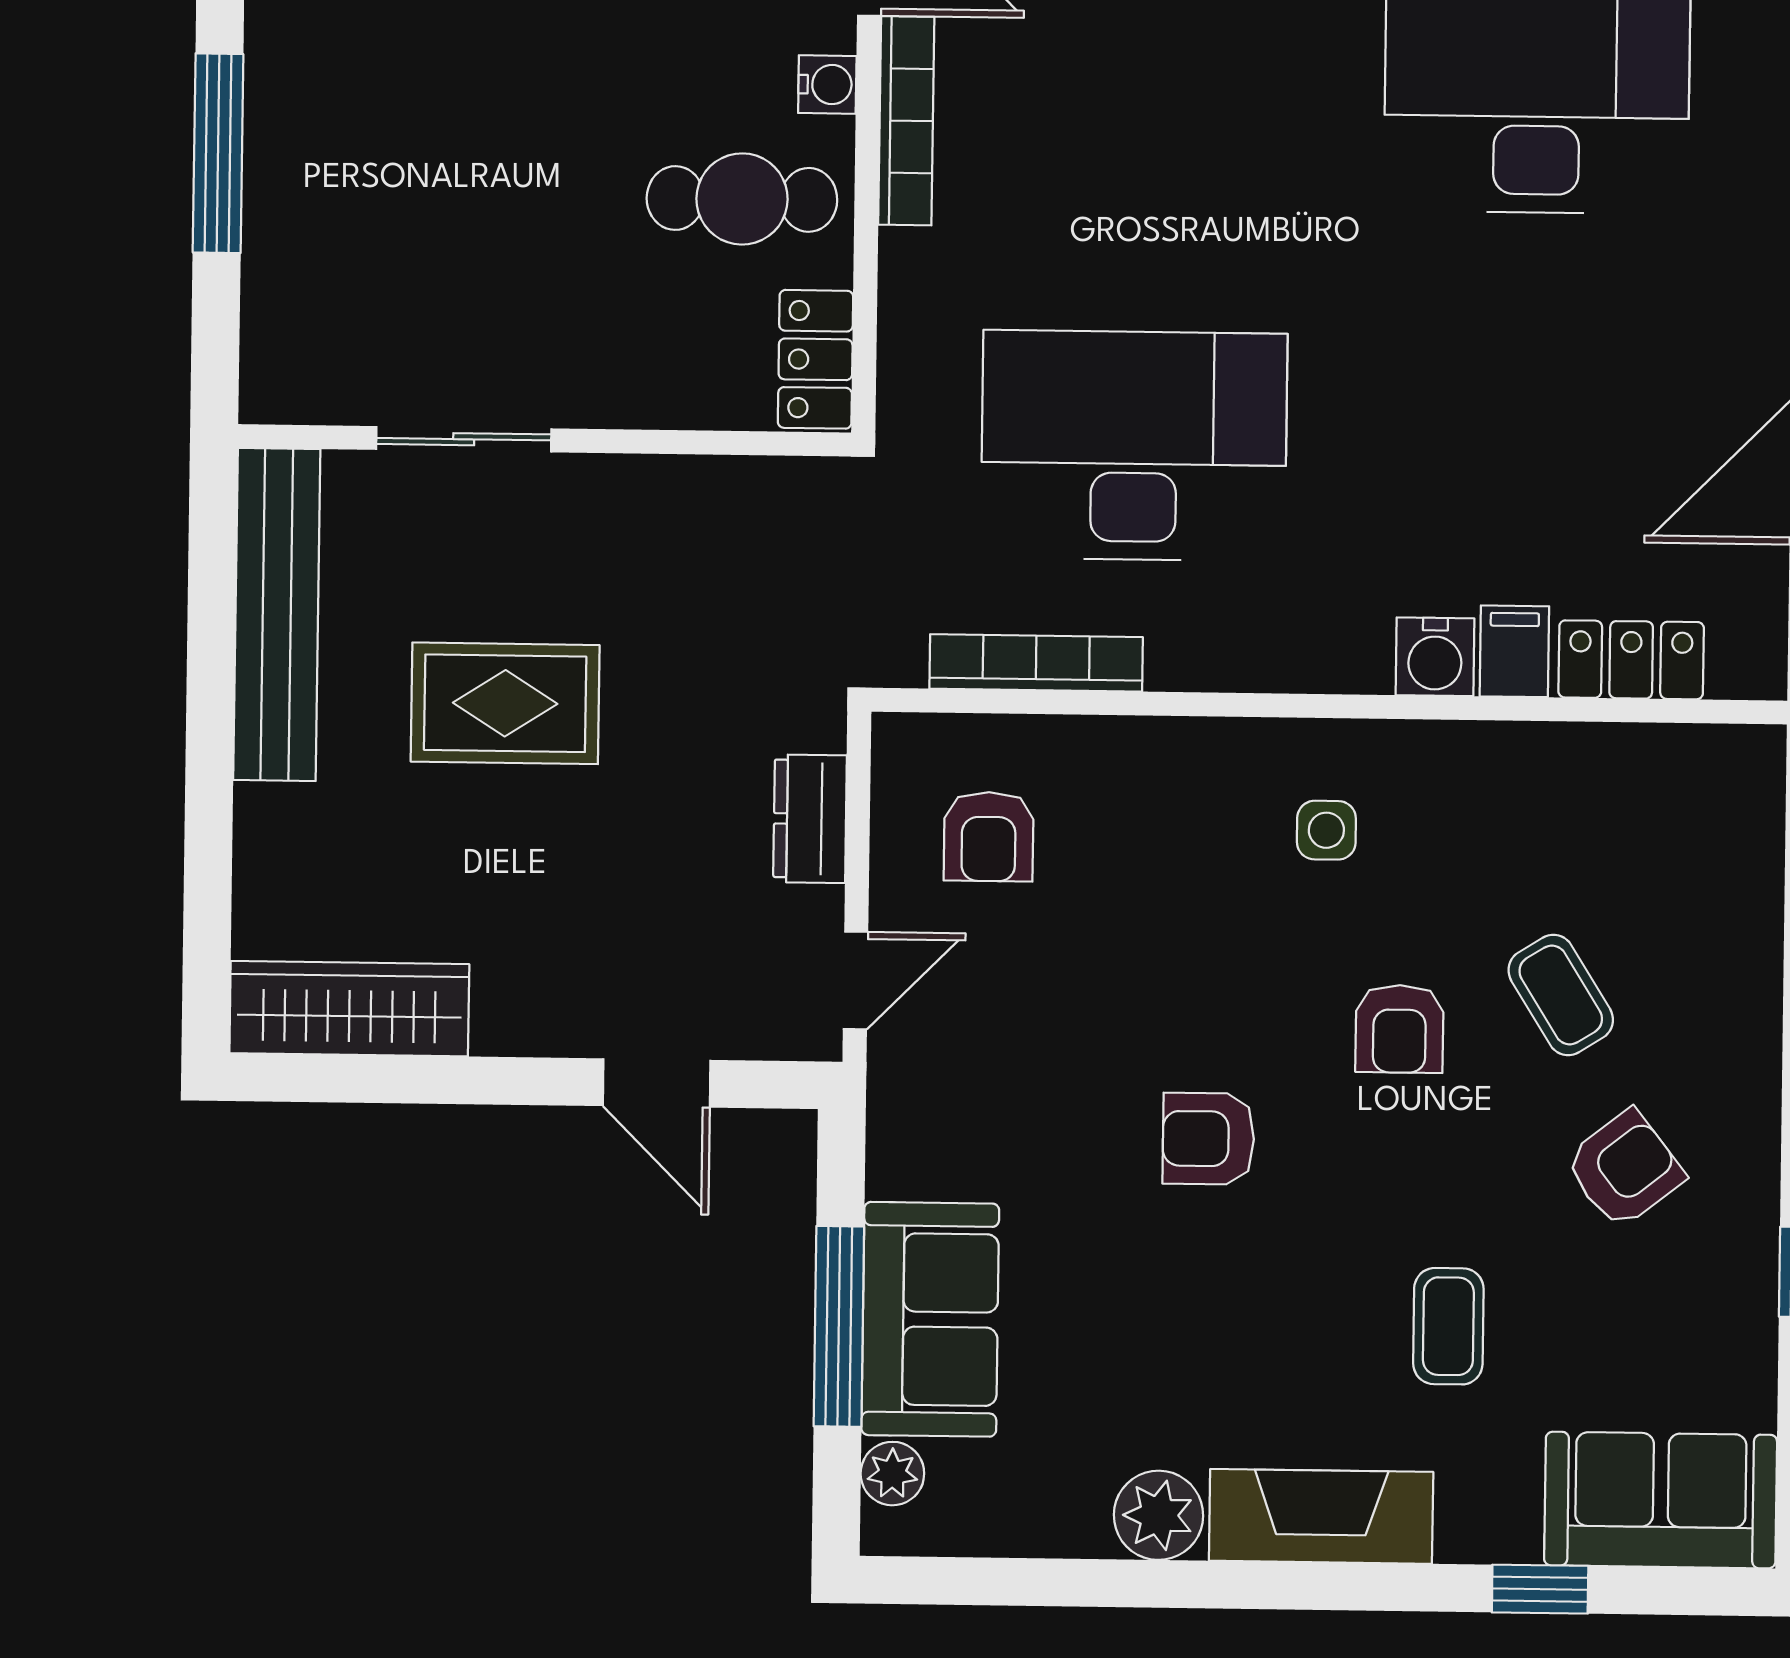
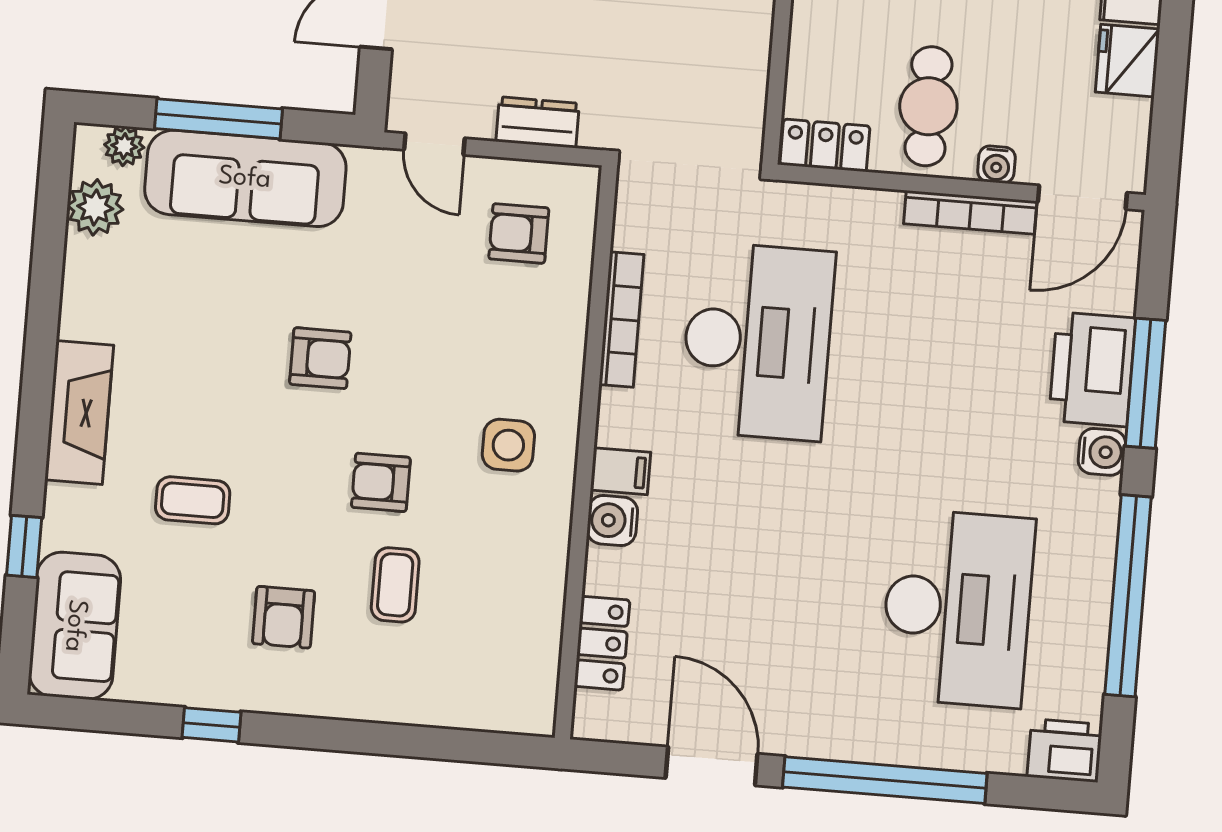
filing cabinet: (1514, 651) -> (620, 471), moved
bookcase: (1036, 663) -> (621, 320), moved
side table: (1326, 830) -> (508, 445), width x1.37, depth x1.37
coffee table: (1561, 995) -> (395, 585), turned -58
armchair: (1208, 1139) -> (320, 358), turned 90
armchair: (1624, 1169) -> (284, 617), turned 38
sofa: (930, 1319) -> (245, 178), width x1.36
plant: (1158, 1515) -> (95, 207), moved

